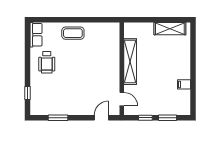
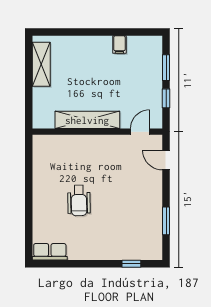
coffee table: (73, 33) -> (48, 200), removed
wheelchair: (47, 62) -> (79, 201), moved, turned 89

